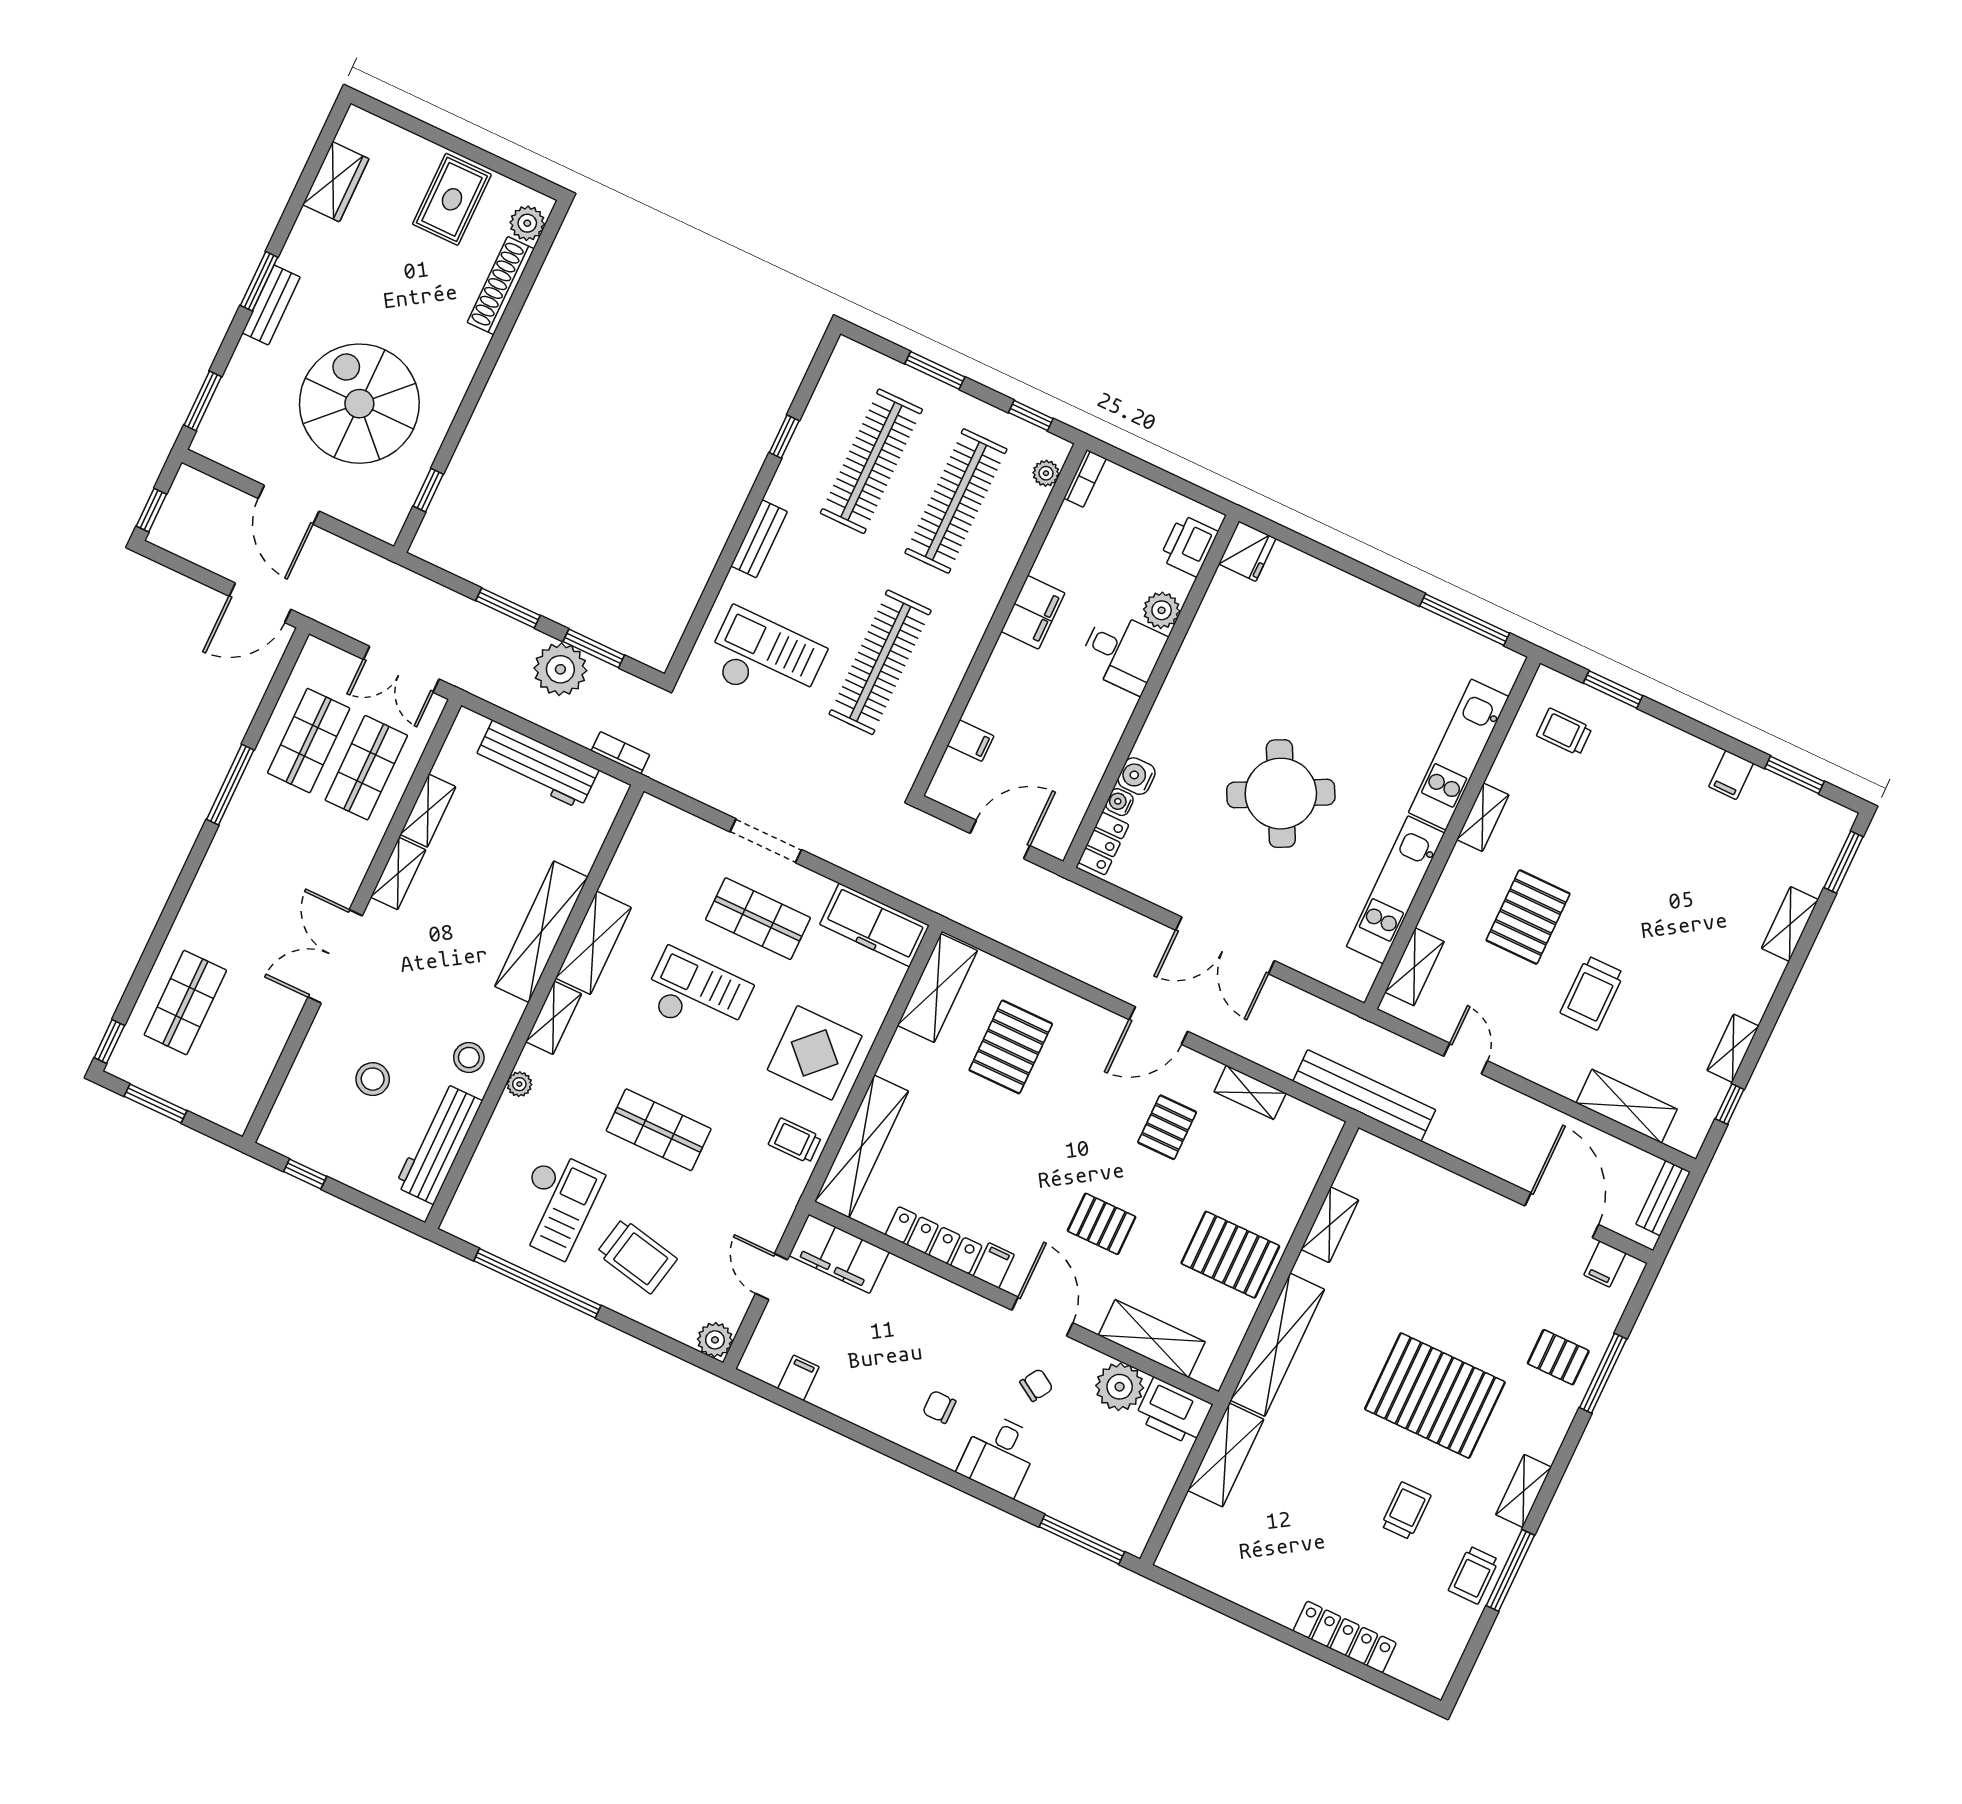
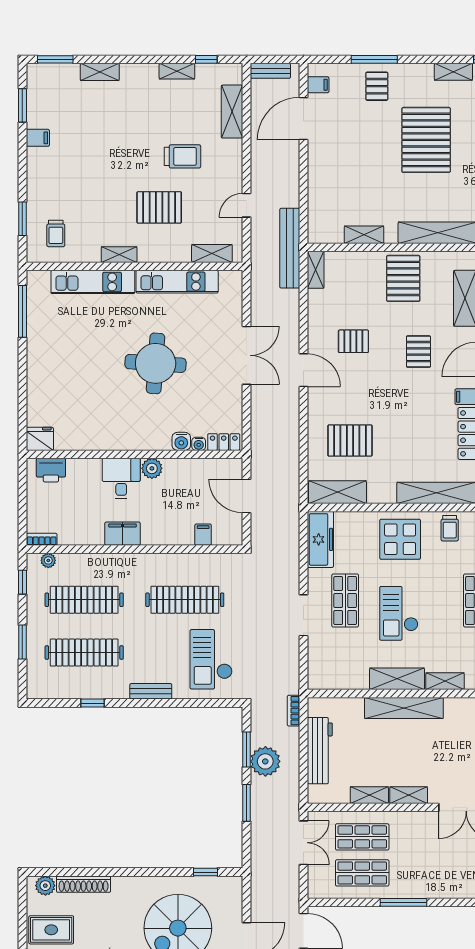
plant: (1162, 610) -> (152, 468), moved
round table: (1281, 794) -> (156, 363), turned 31
shelving: (1250, 1092) -> (316, 270), moved

